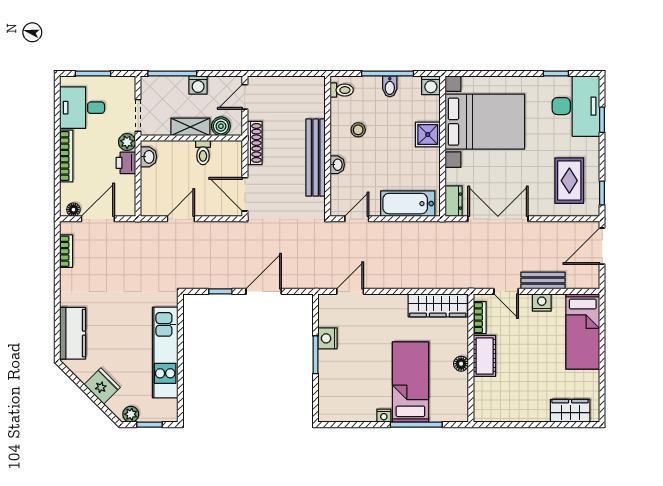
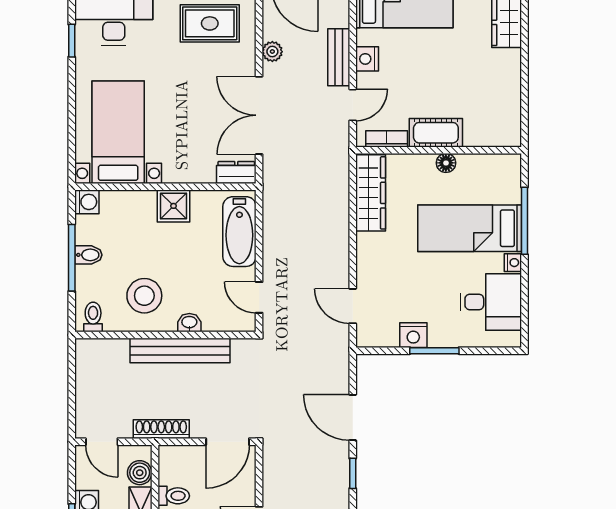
bed with nightstands: (485, 122) -> (118, 132), width x0.73
stool: (358, 130) -> (144, 296), width x1.89, depth x1.89
shower: (428, 135) -> (174, 206), moved
plant: (547, 229) -> (272, 52), added
desk: (353, 398) -> (491, 302), added

